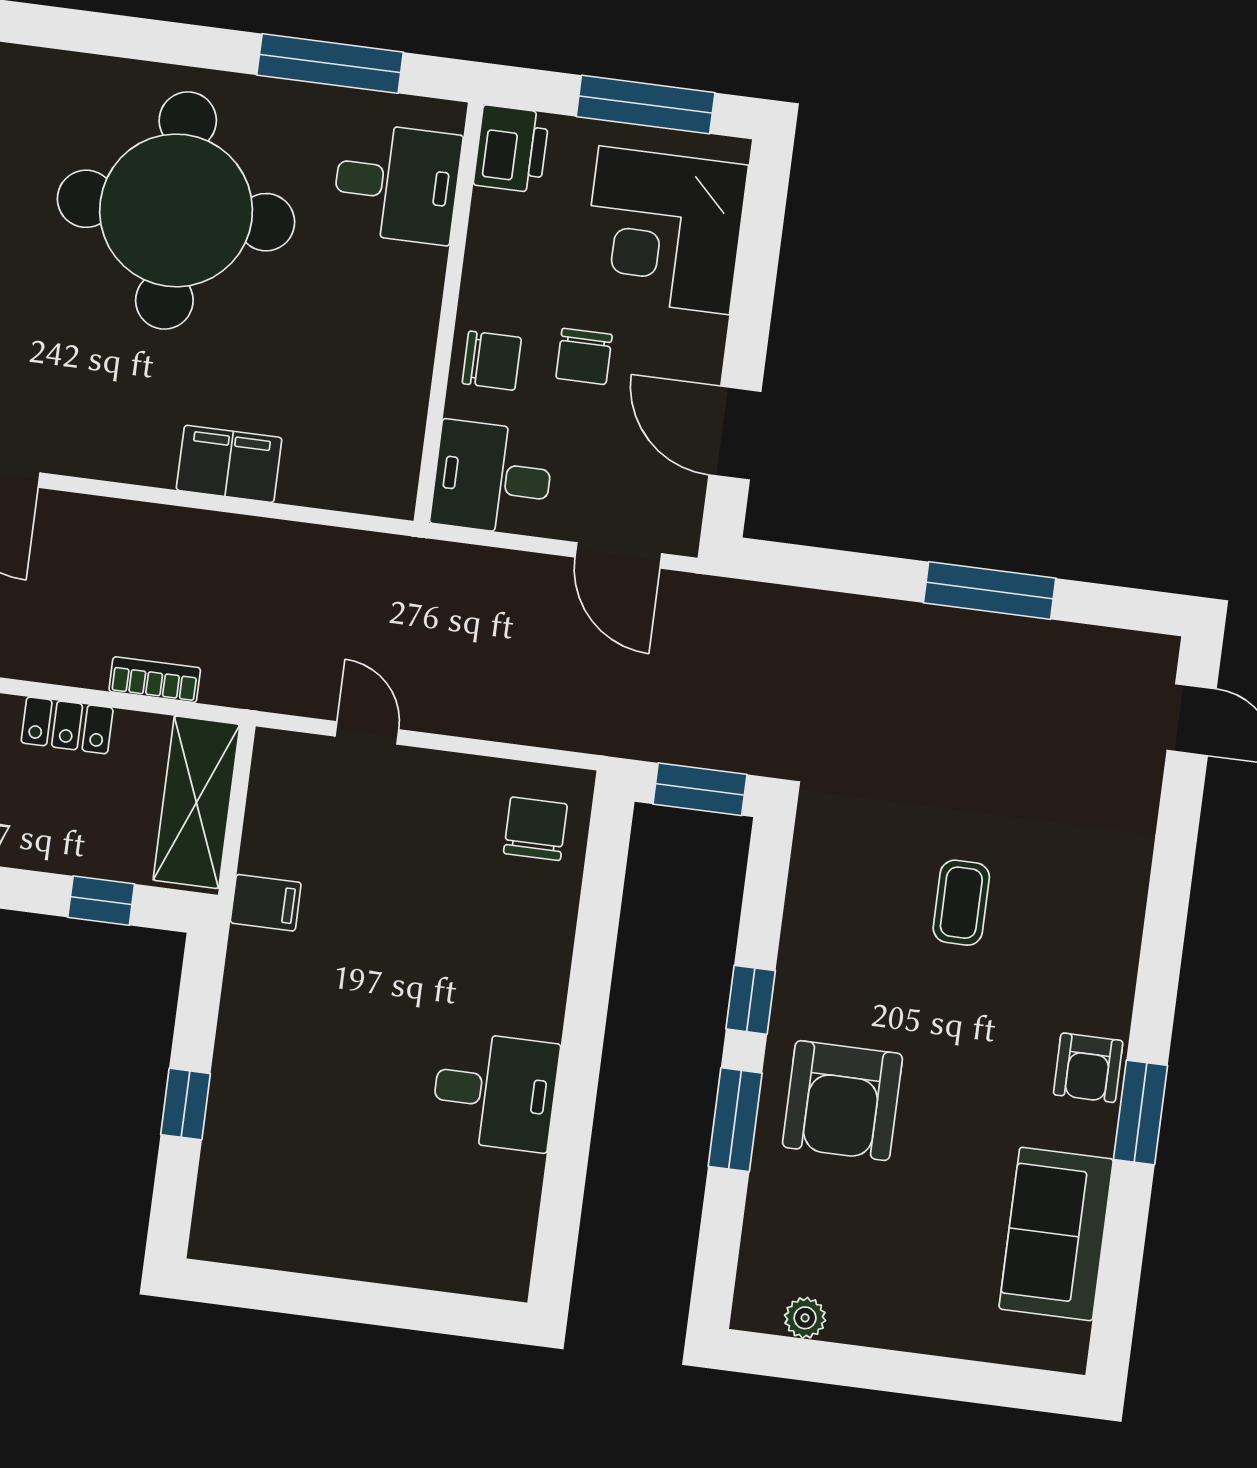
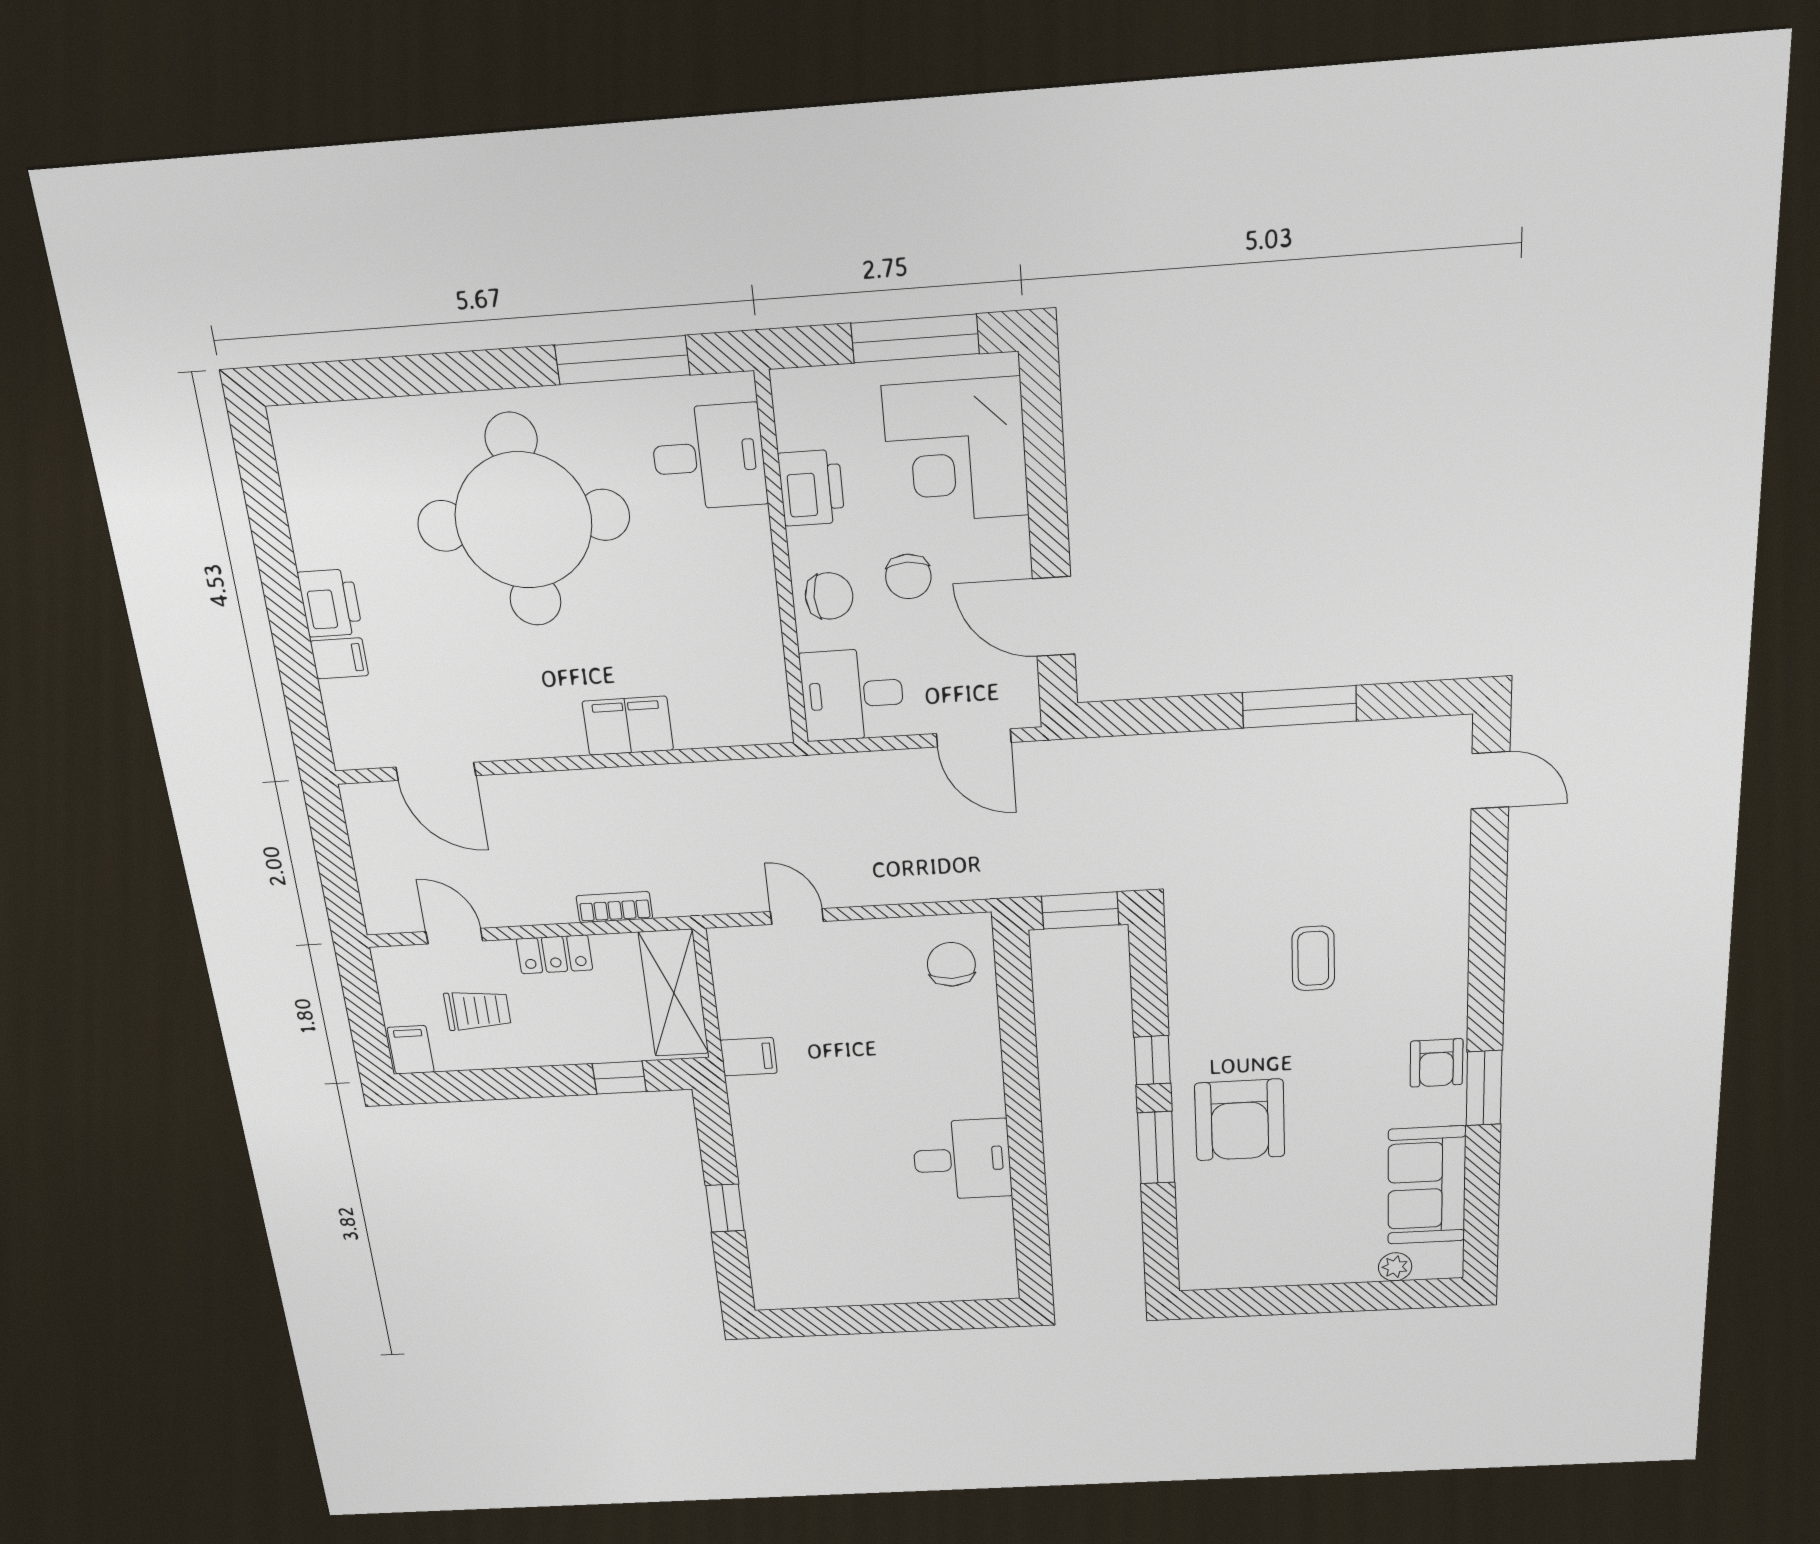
printer: (511, 149) -> (811, 488), moved
plant: (805, 1318) -> (1395, 1267), moved

